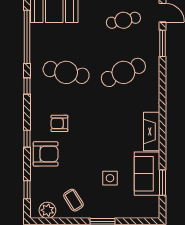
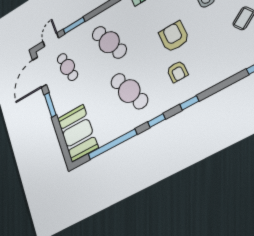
cafe table: (66, 72) -> (129, 91), turned -36
window: (27, 139) -> (189, 103), moved
armchair: (46, 154) -> (174, 37), moved

